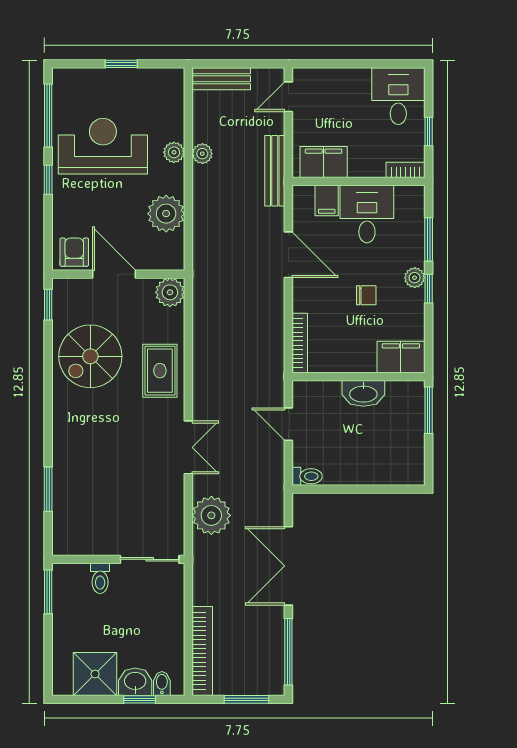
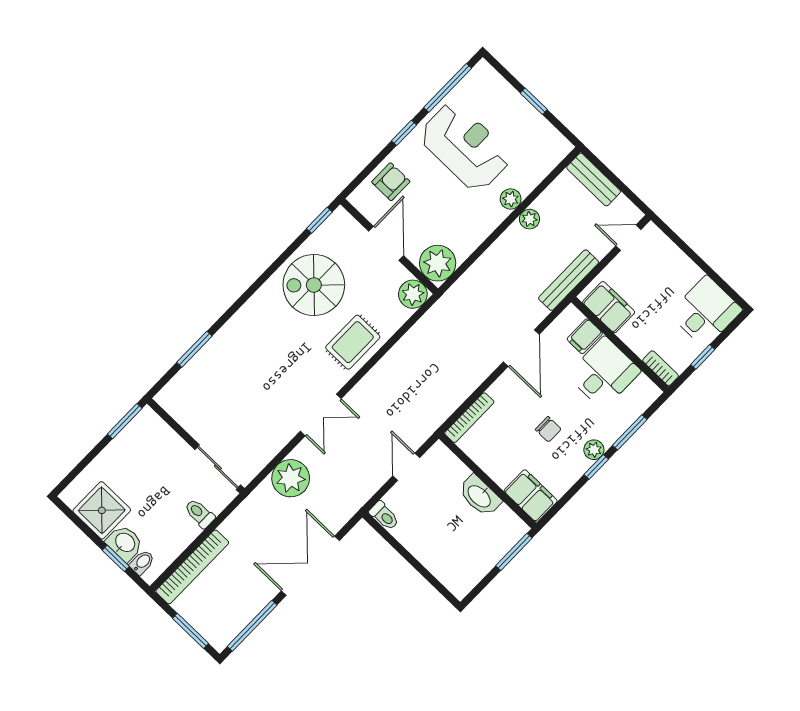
plant: (166, 214) -> (438, 263), moved
armchair: (74, 252) -> (391, 182), moved
toilet: (100, 578) -> (200, 513), moved, turned 90

